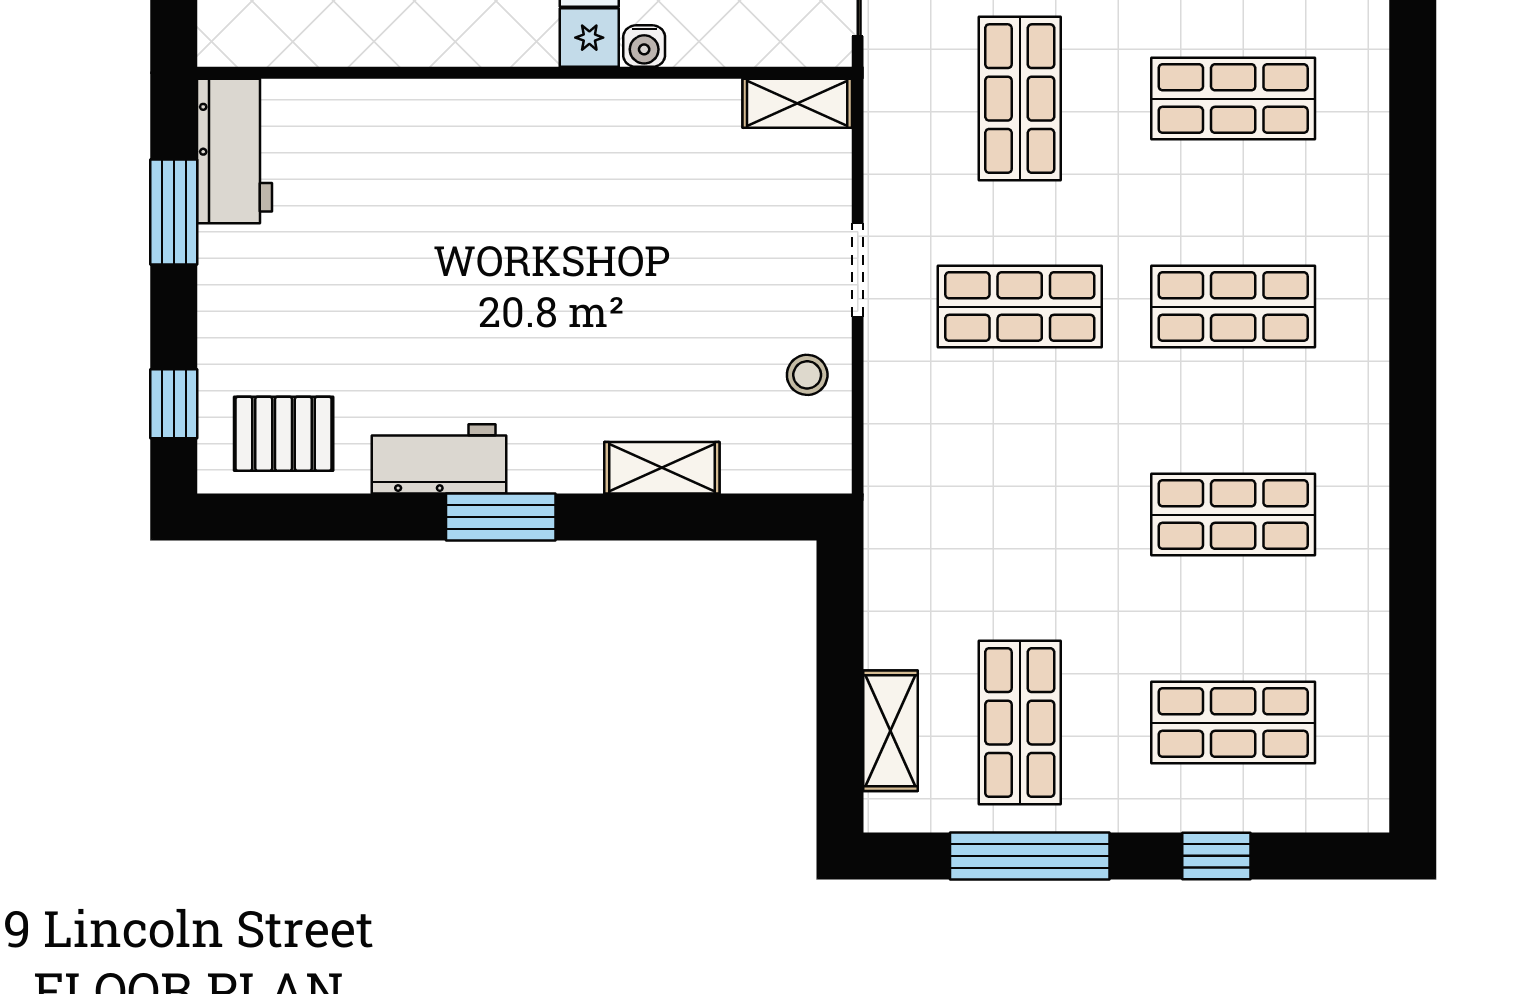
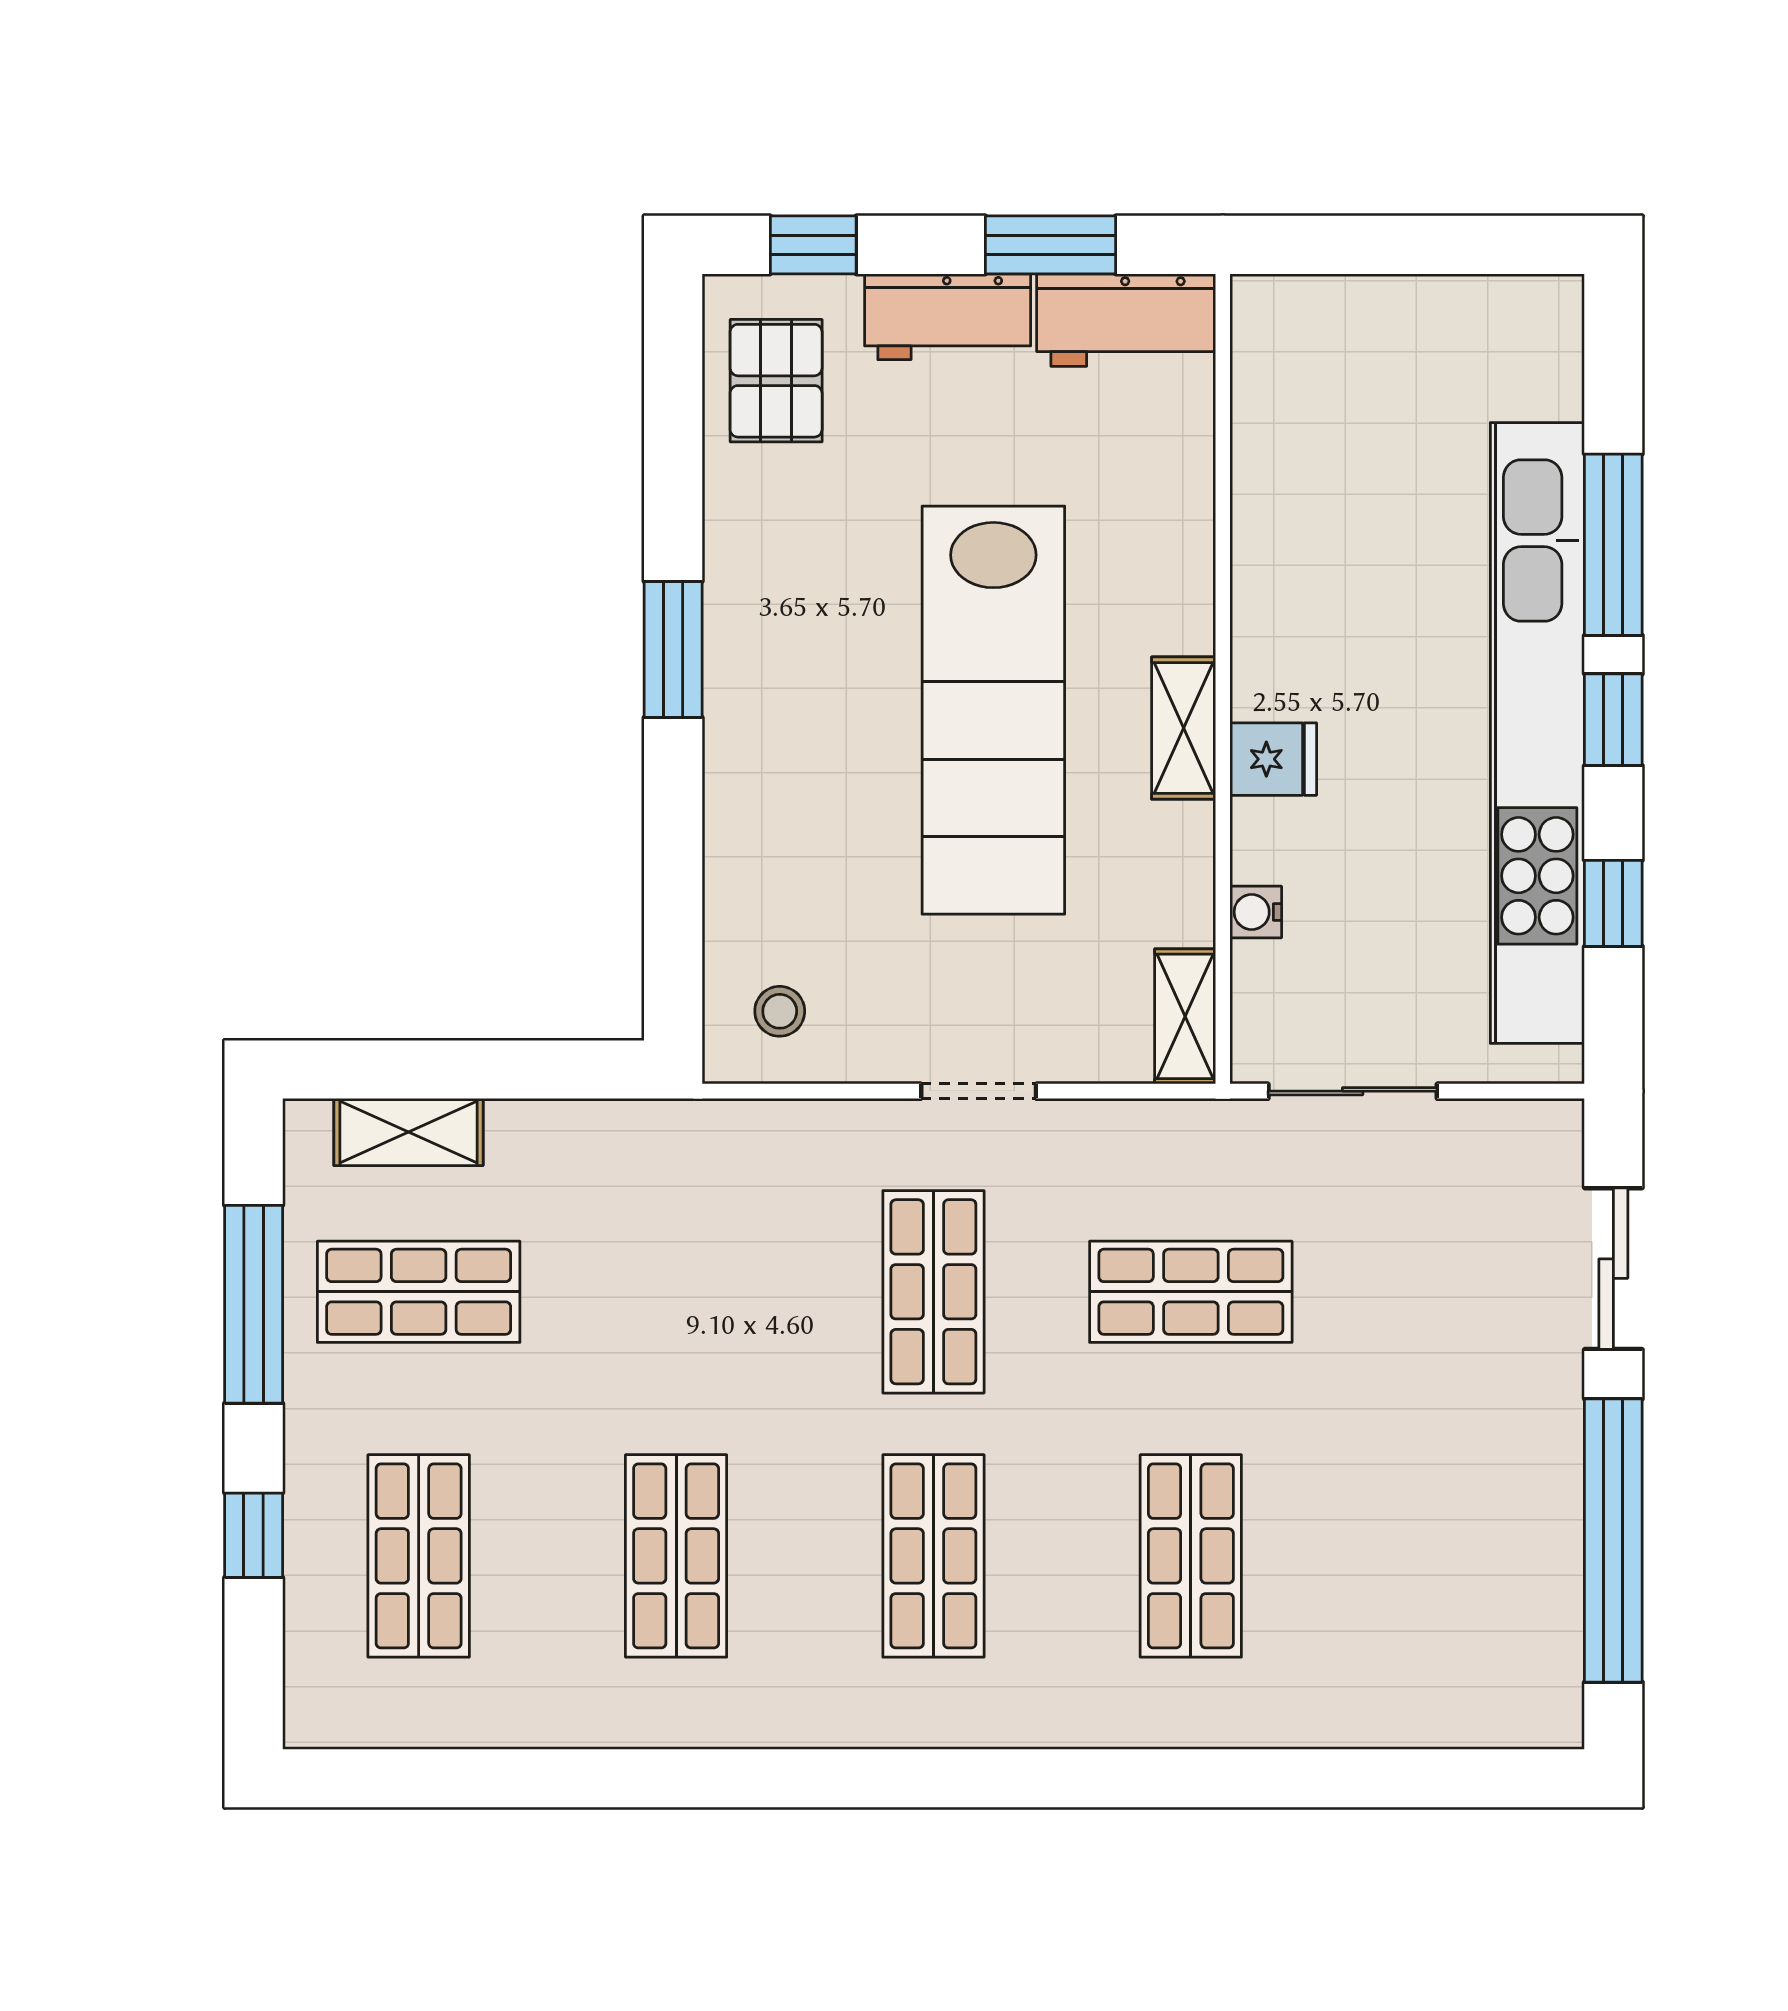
water cooler: (644, 46) -> (1256, 912), moved
lab bench: (550, 258) -> (993, 710), added
stool: (807, 375) -> (780, 1011), moved
workbench: (439, 459) -> (948, 317), moved, turned 90
shelving: (662, 468) -> (1184, 728), moved

